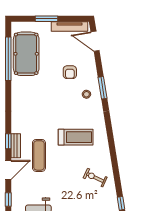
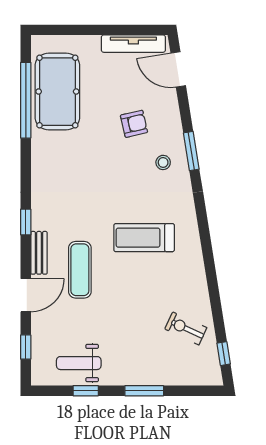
window: (46, 19) -> (93, 30), removed
armchair: (70, 72) -> (134, 124), turned -103
treadmill: (76, 137) -> (144, 238), turned 180
window: (8, 141) -> (26, 222), moved
exercise bike: (95, 178) -> (186, 328), moved

